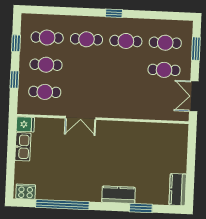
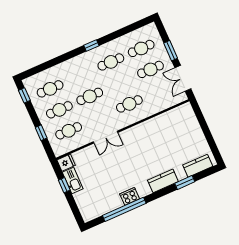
cafe table: (86, 39) -> (90, 96), moved
window: (16, 43) -> (24, 95), moved
window: (196, 49) -> (171, 51), moved
cafe table: (123, 95) -> (129, 104), added
window: (11, 147) -> (64, 185), added
kitchen counter: (178, 190) -> (198, 166), moved, turned 90
cooker: (26, 192) -> (130, 196), moved

